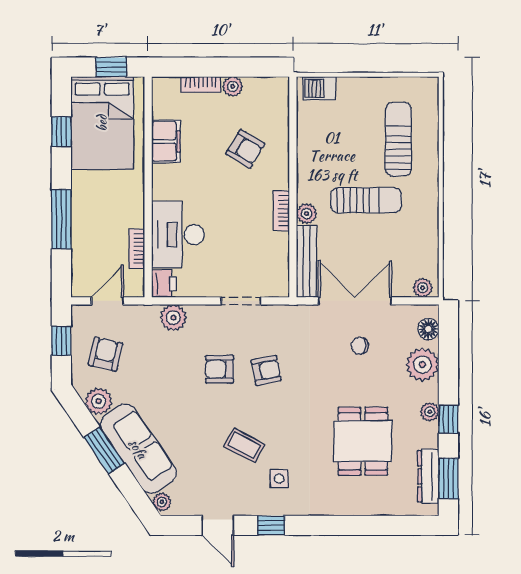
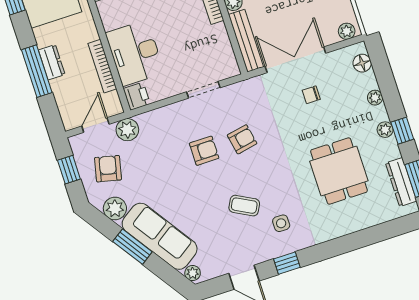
dresser: (81, 215) -> (52, 62), added
bookcase: (137, 249) -> (102, 66), width x1.56
plant: (173, 318) -> (127, 130), moved
plant: (422, 365) -> (375, 98), width x0.53, depth x0.53
armchair: (220, 369) -> (204, 151), turned 180

